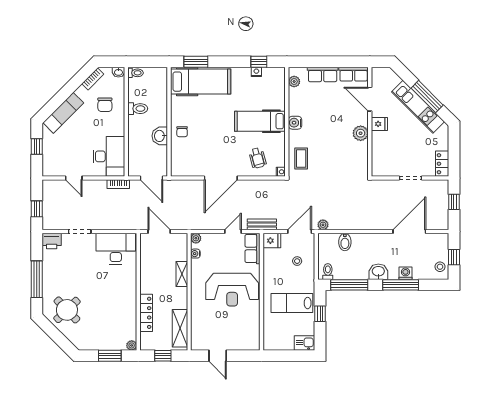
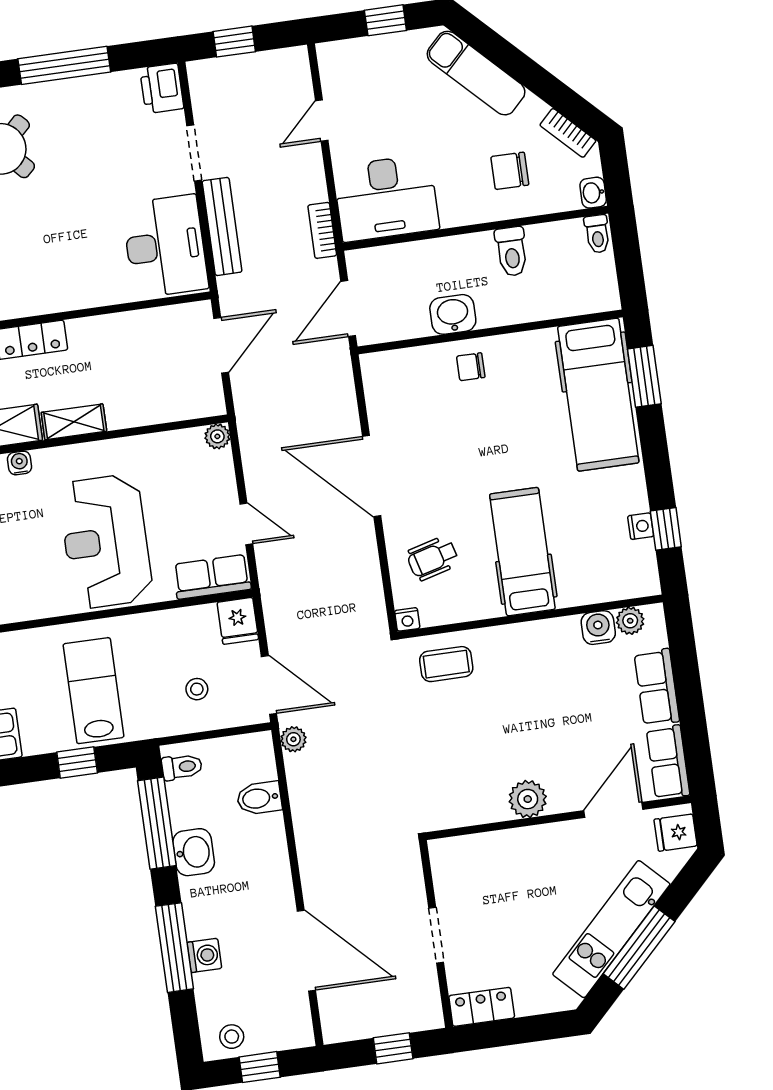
water cooler: (295, 123) -> (598, 628), moved
fridge: (379, 124) -> (676, 833), moved, turned 90
bench: (262, 224) -> (222, 226), moved, width x1.36
water cooler: (195, 254) -> (20, 463), moved
washbasin: (378, 272) -> (194, 852), moved
shelving: (182, 274) -> (74, 422), moved

